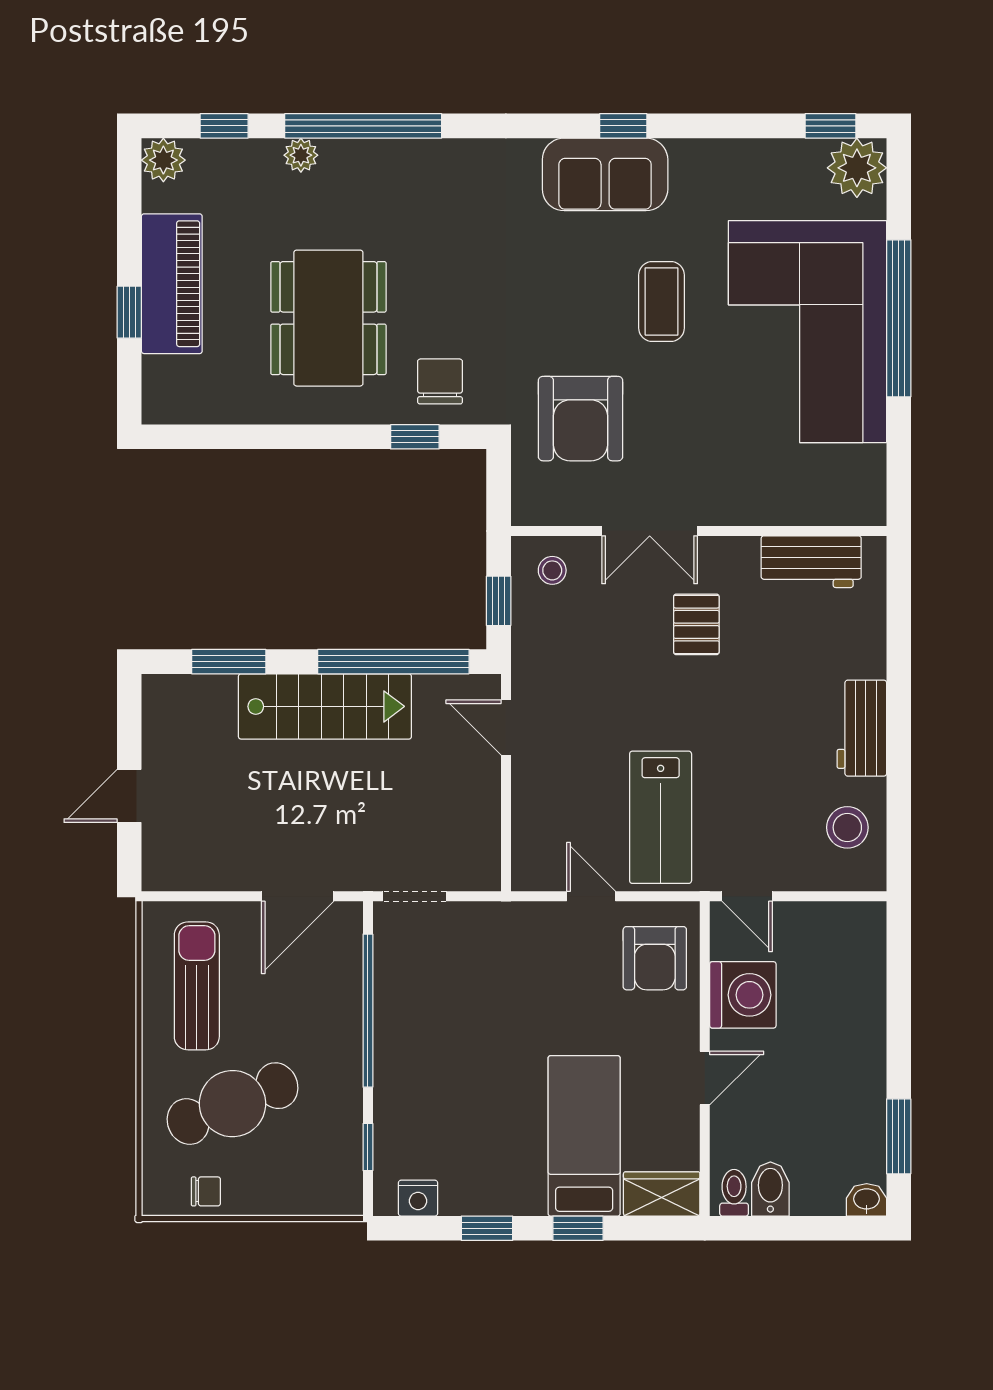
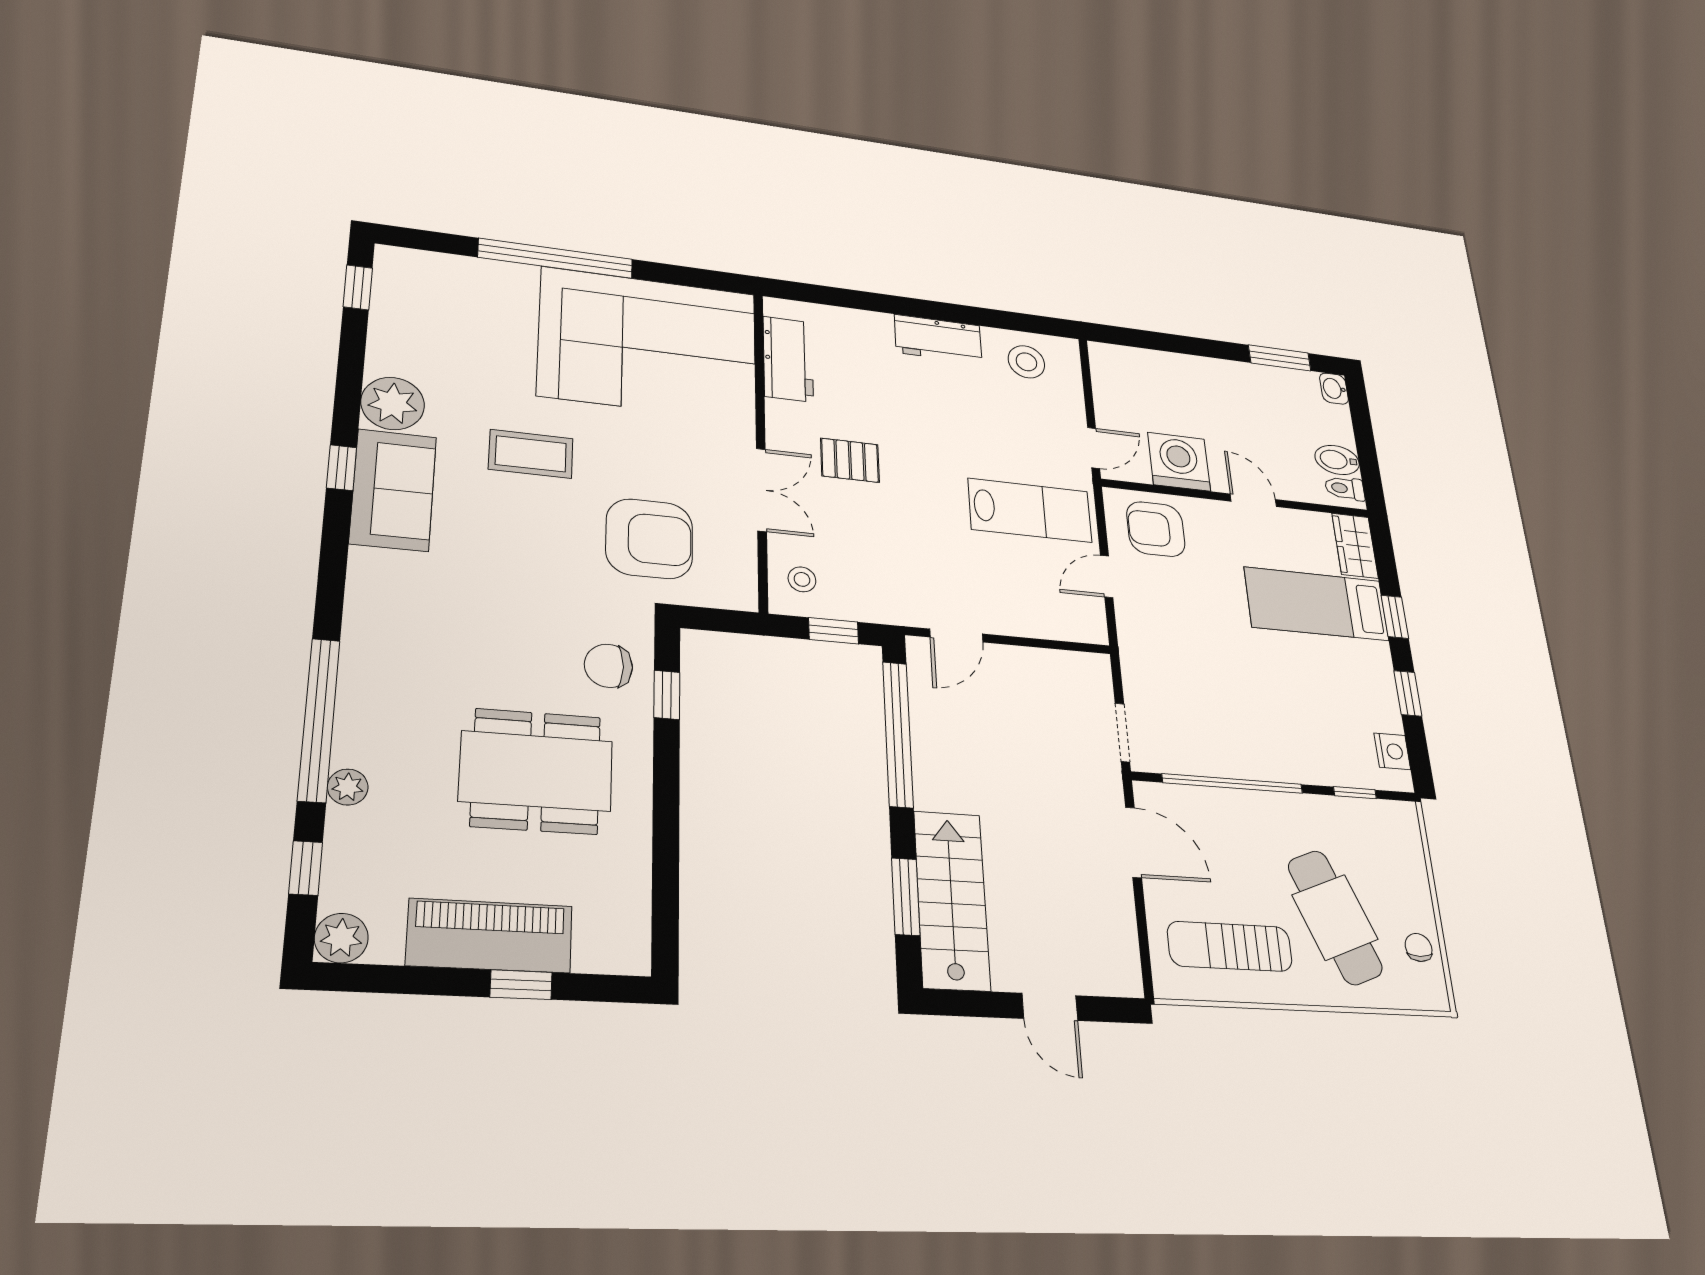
plant: (857, 168) -> (393, 403), moved
corner sofa: (808, 332) -> (648, 344), moved
stairs: (325, 706) -> (952, 900), moved
armchair: (655, 958) -> (1156, 529), turned 180

